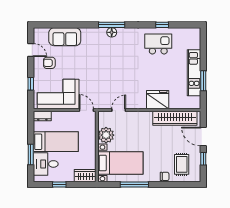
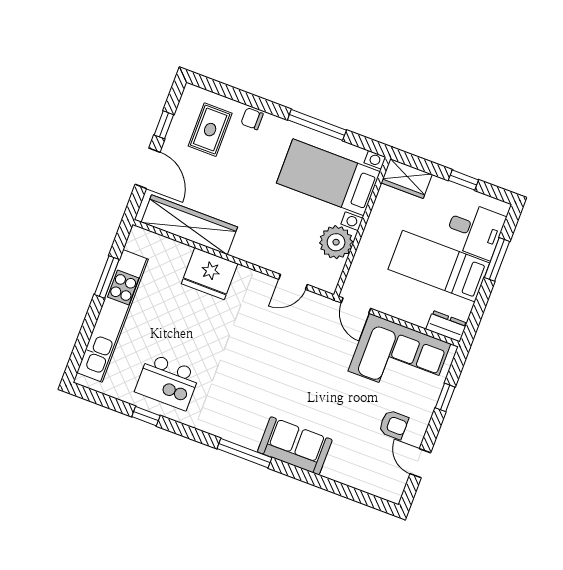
floor lamp: (112, 32) -> (250, 438), removed
sofa: (65, 37) -> (295, 446), moved
kitchen unit: (194, 73) -> (113, 316), width x1.36

